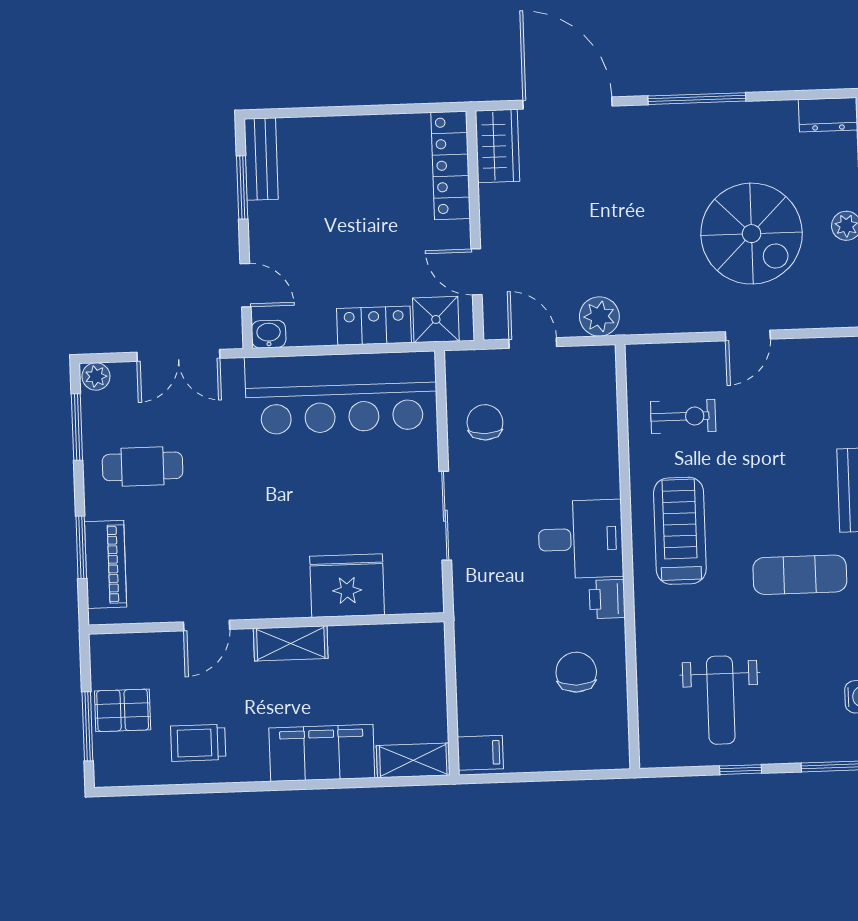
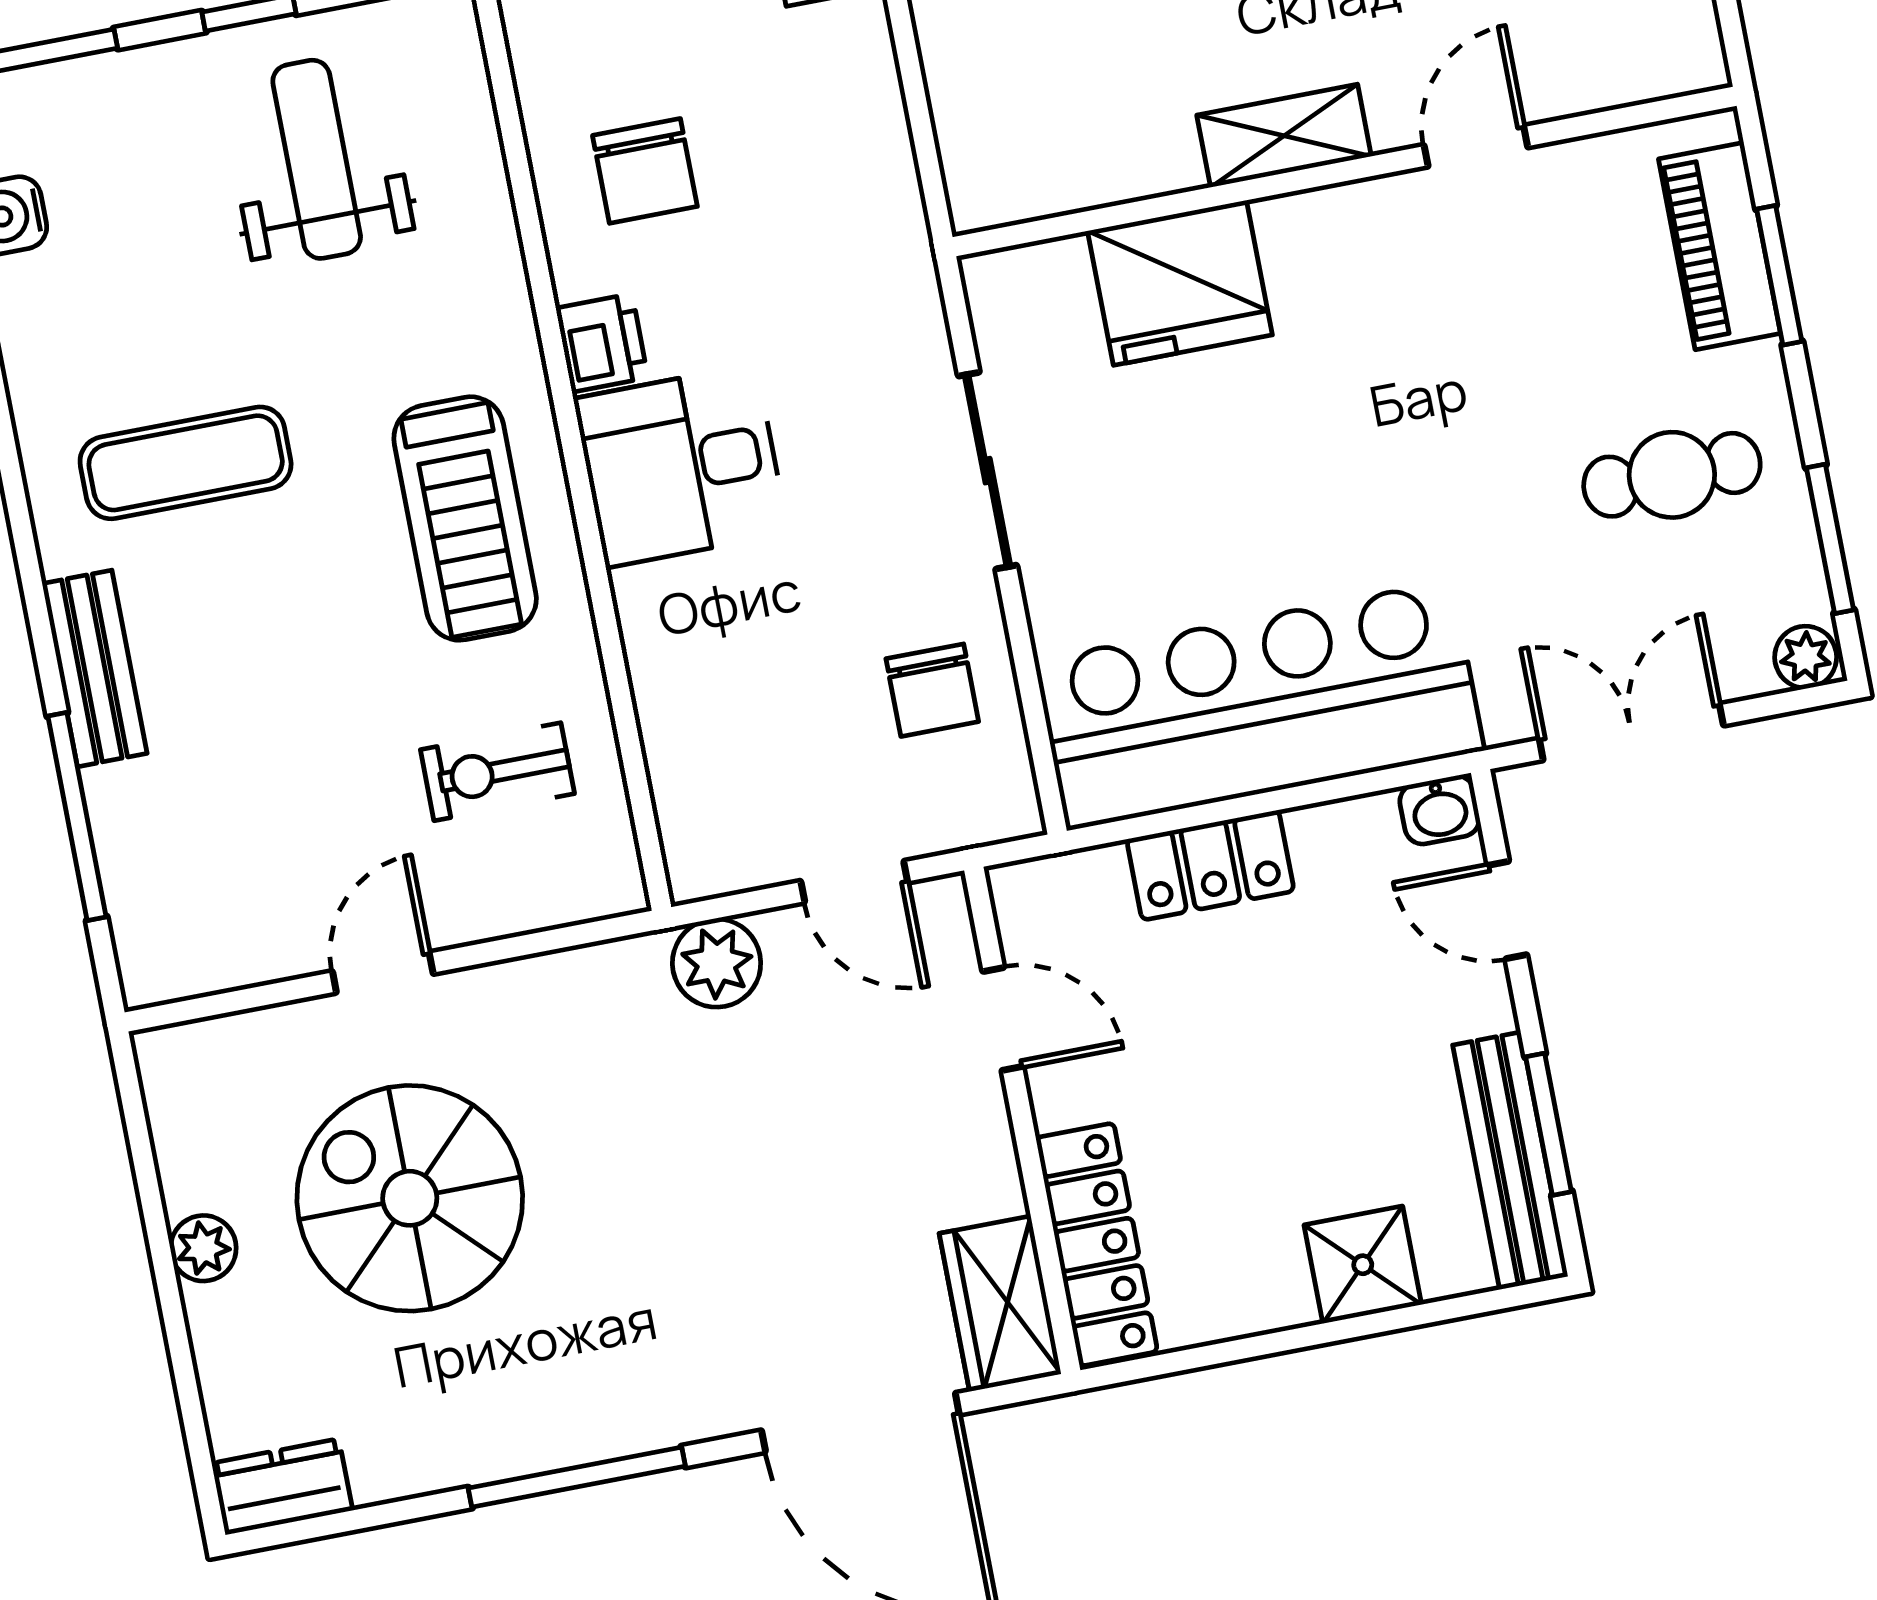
bench: (261, 159) -> (1510, 1161), width x1.36
shower: (436, 319) -> (1363, 1265), moved

